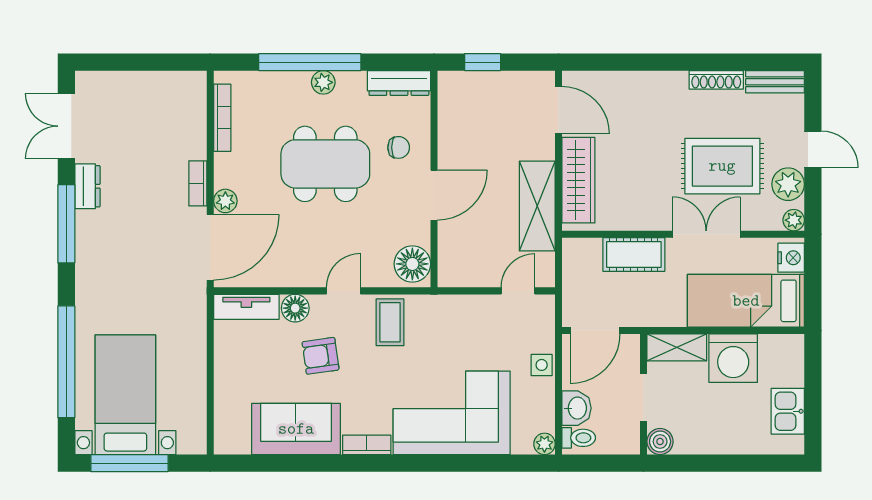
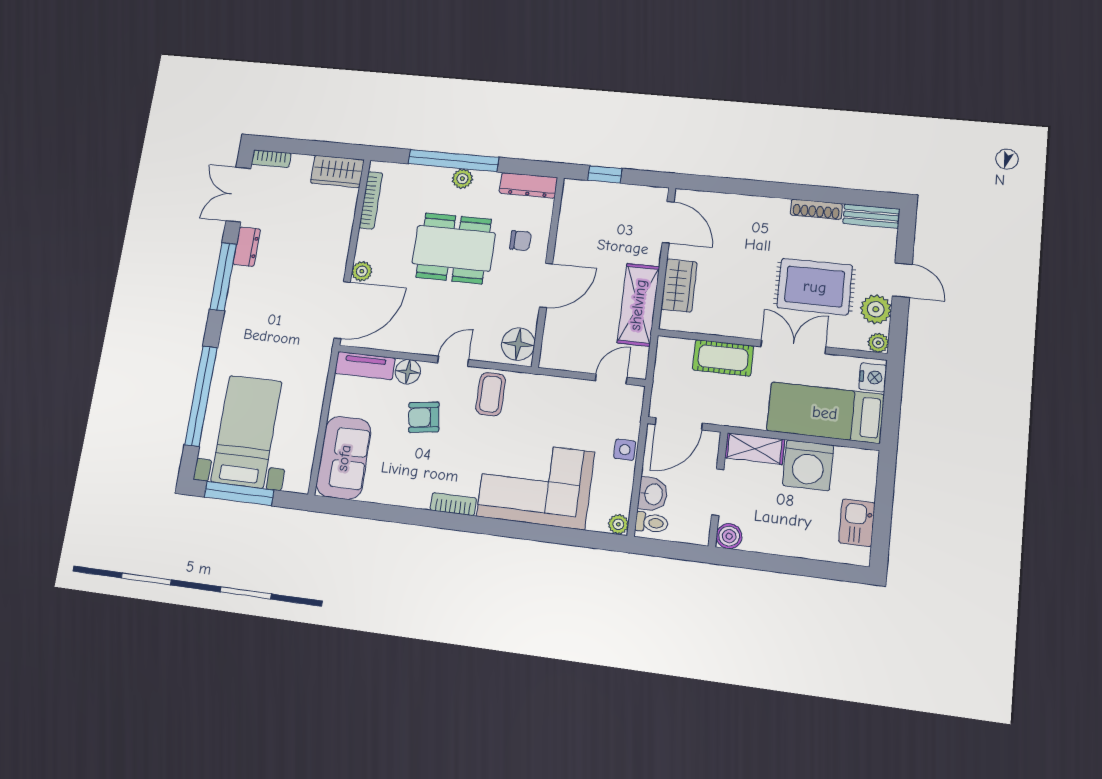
wardrobe: (178, 87) -> (337, 171), added
wardrobe: (578, 180) -> (679, 286), width x0.67
bookcase: (198, 183) -> (271, 159), moved, turned -90
sofa: (296, 429) -> (344, 458), moved, turned 90

